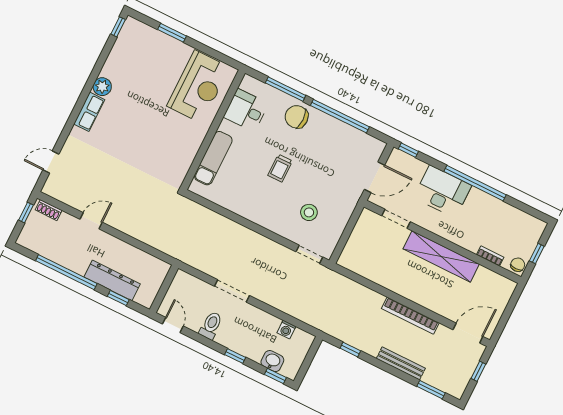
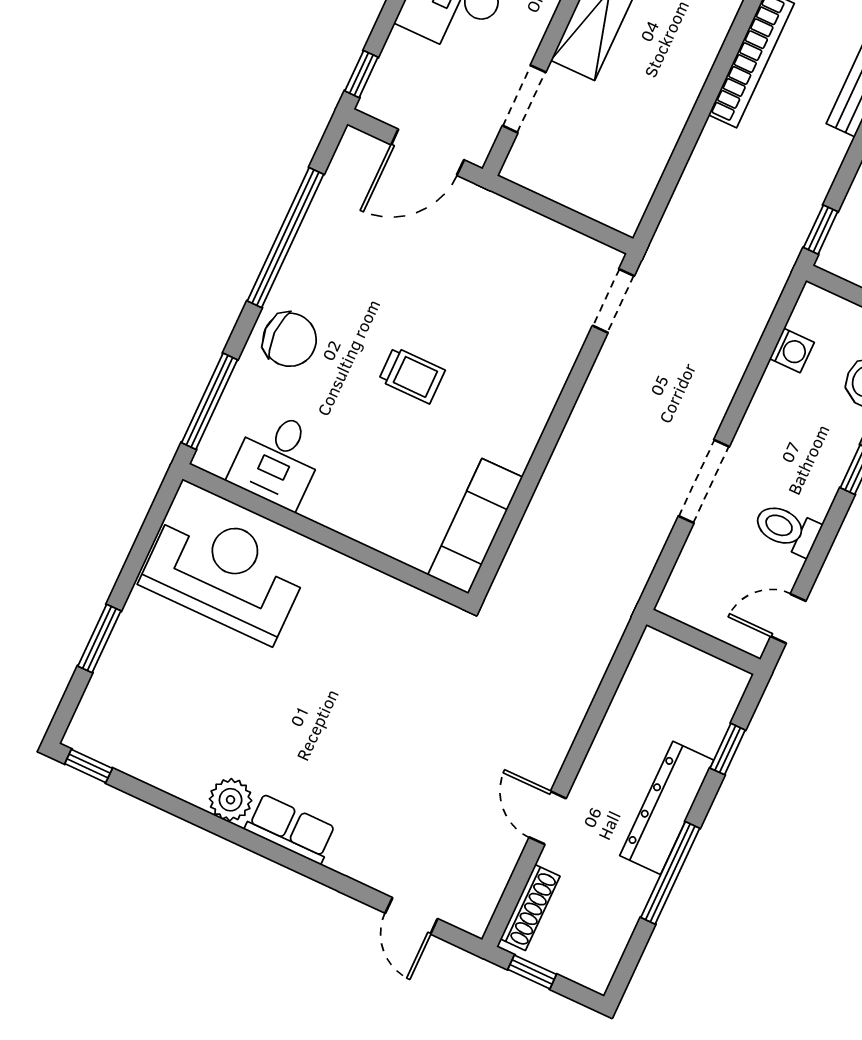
window: (286, 89) -> (210, 401), moved
chair: (297, 117) -> (290, 340), turned -90
exam couch: (213, 158) -> (475, 526), moved, turned -90
door: (374, 177) -> (428, 152), swing flipped
shoe rack: (49, 210) -> (530, 908), width x1.43
stool: (309, 212) -> (514, 305), removed
window: (66, 272) -> (670, 873), width x0.68
dresser: (112, 280) -> (667, 808), moved
window: (350, 350) -> (821, 230), moved

